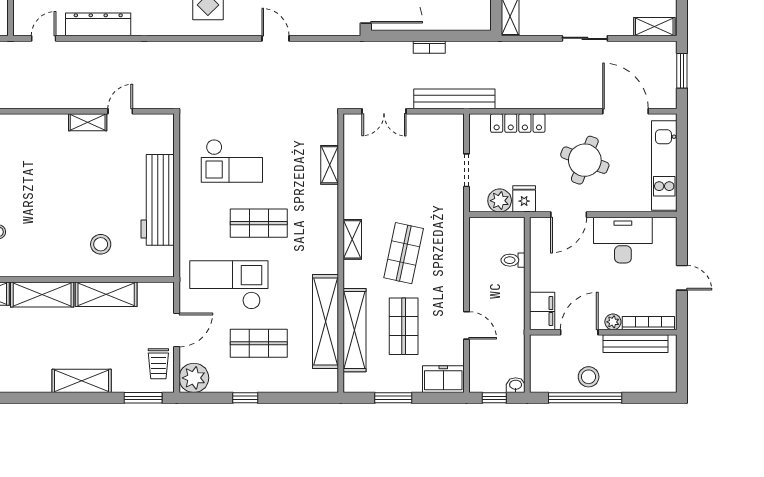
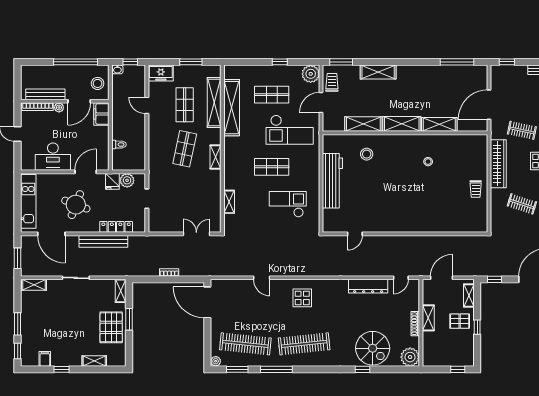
bench: (454, 99) -> (103, 241), moved
shelving: (88, 122) -> (374, 227), removed
stool: (589, 377) -> (98, 83), moved

